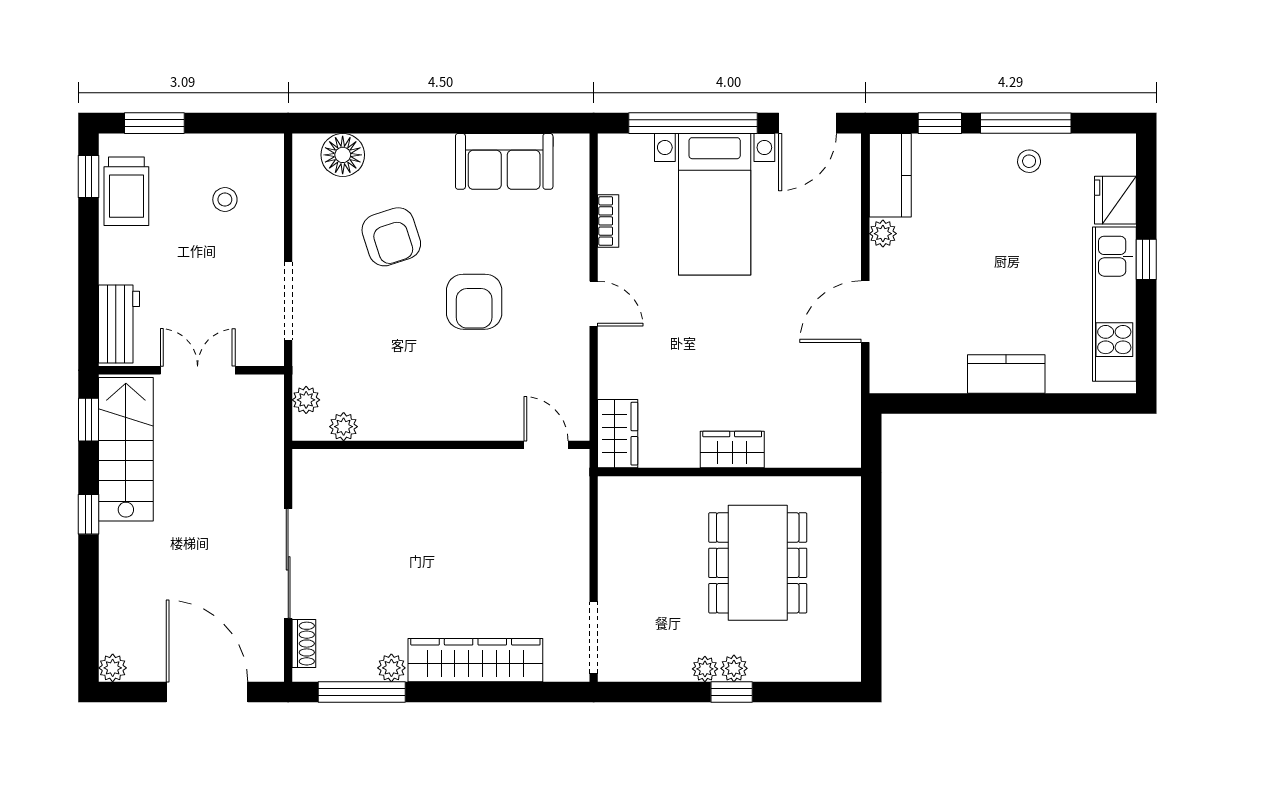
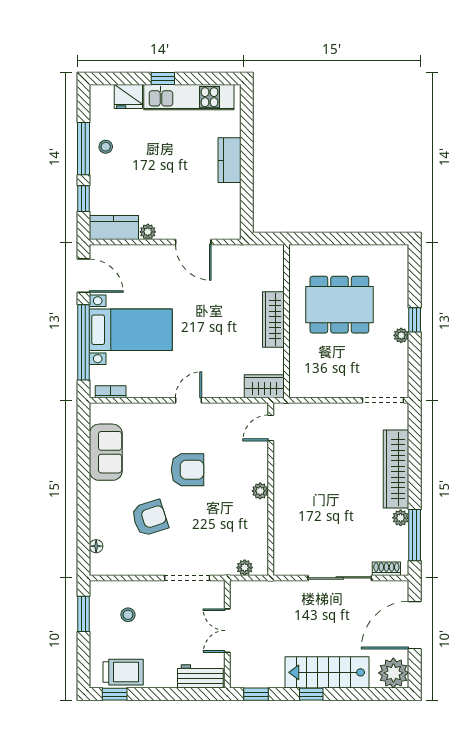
window: (154, 123) -> (84, 614), moved
floor lamp: (343, 155) -> (96, 546), width x0.53, depth x0.53
bookcase: (608, 221) -> (111, 392), moved
plant: (344, 427) -> (260, 491), moved
stairs: (126, 449) -> (327, 672), moved
wardrobe: (732, 449) -> (273, 320), width x1.50
plant: (113, 668) -> (393, 673), width x1.87, depth x1.87
plant: (734, 668) -> (401, 318), removed

